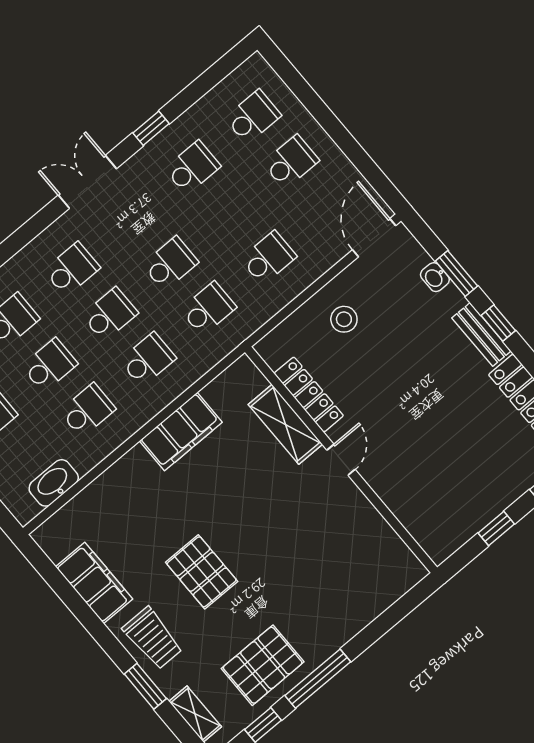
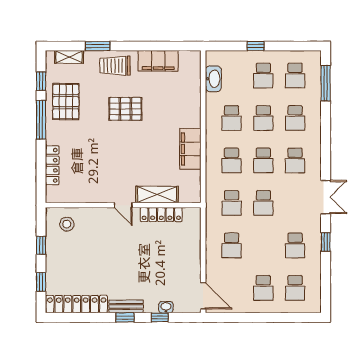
window: (457, 274) -> (160, 317), width x0.67
stool: (344, 319) -> (67, 224), moved
locker: (369, 608) -> (52, 165), added

